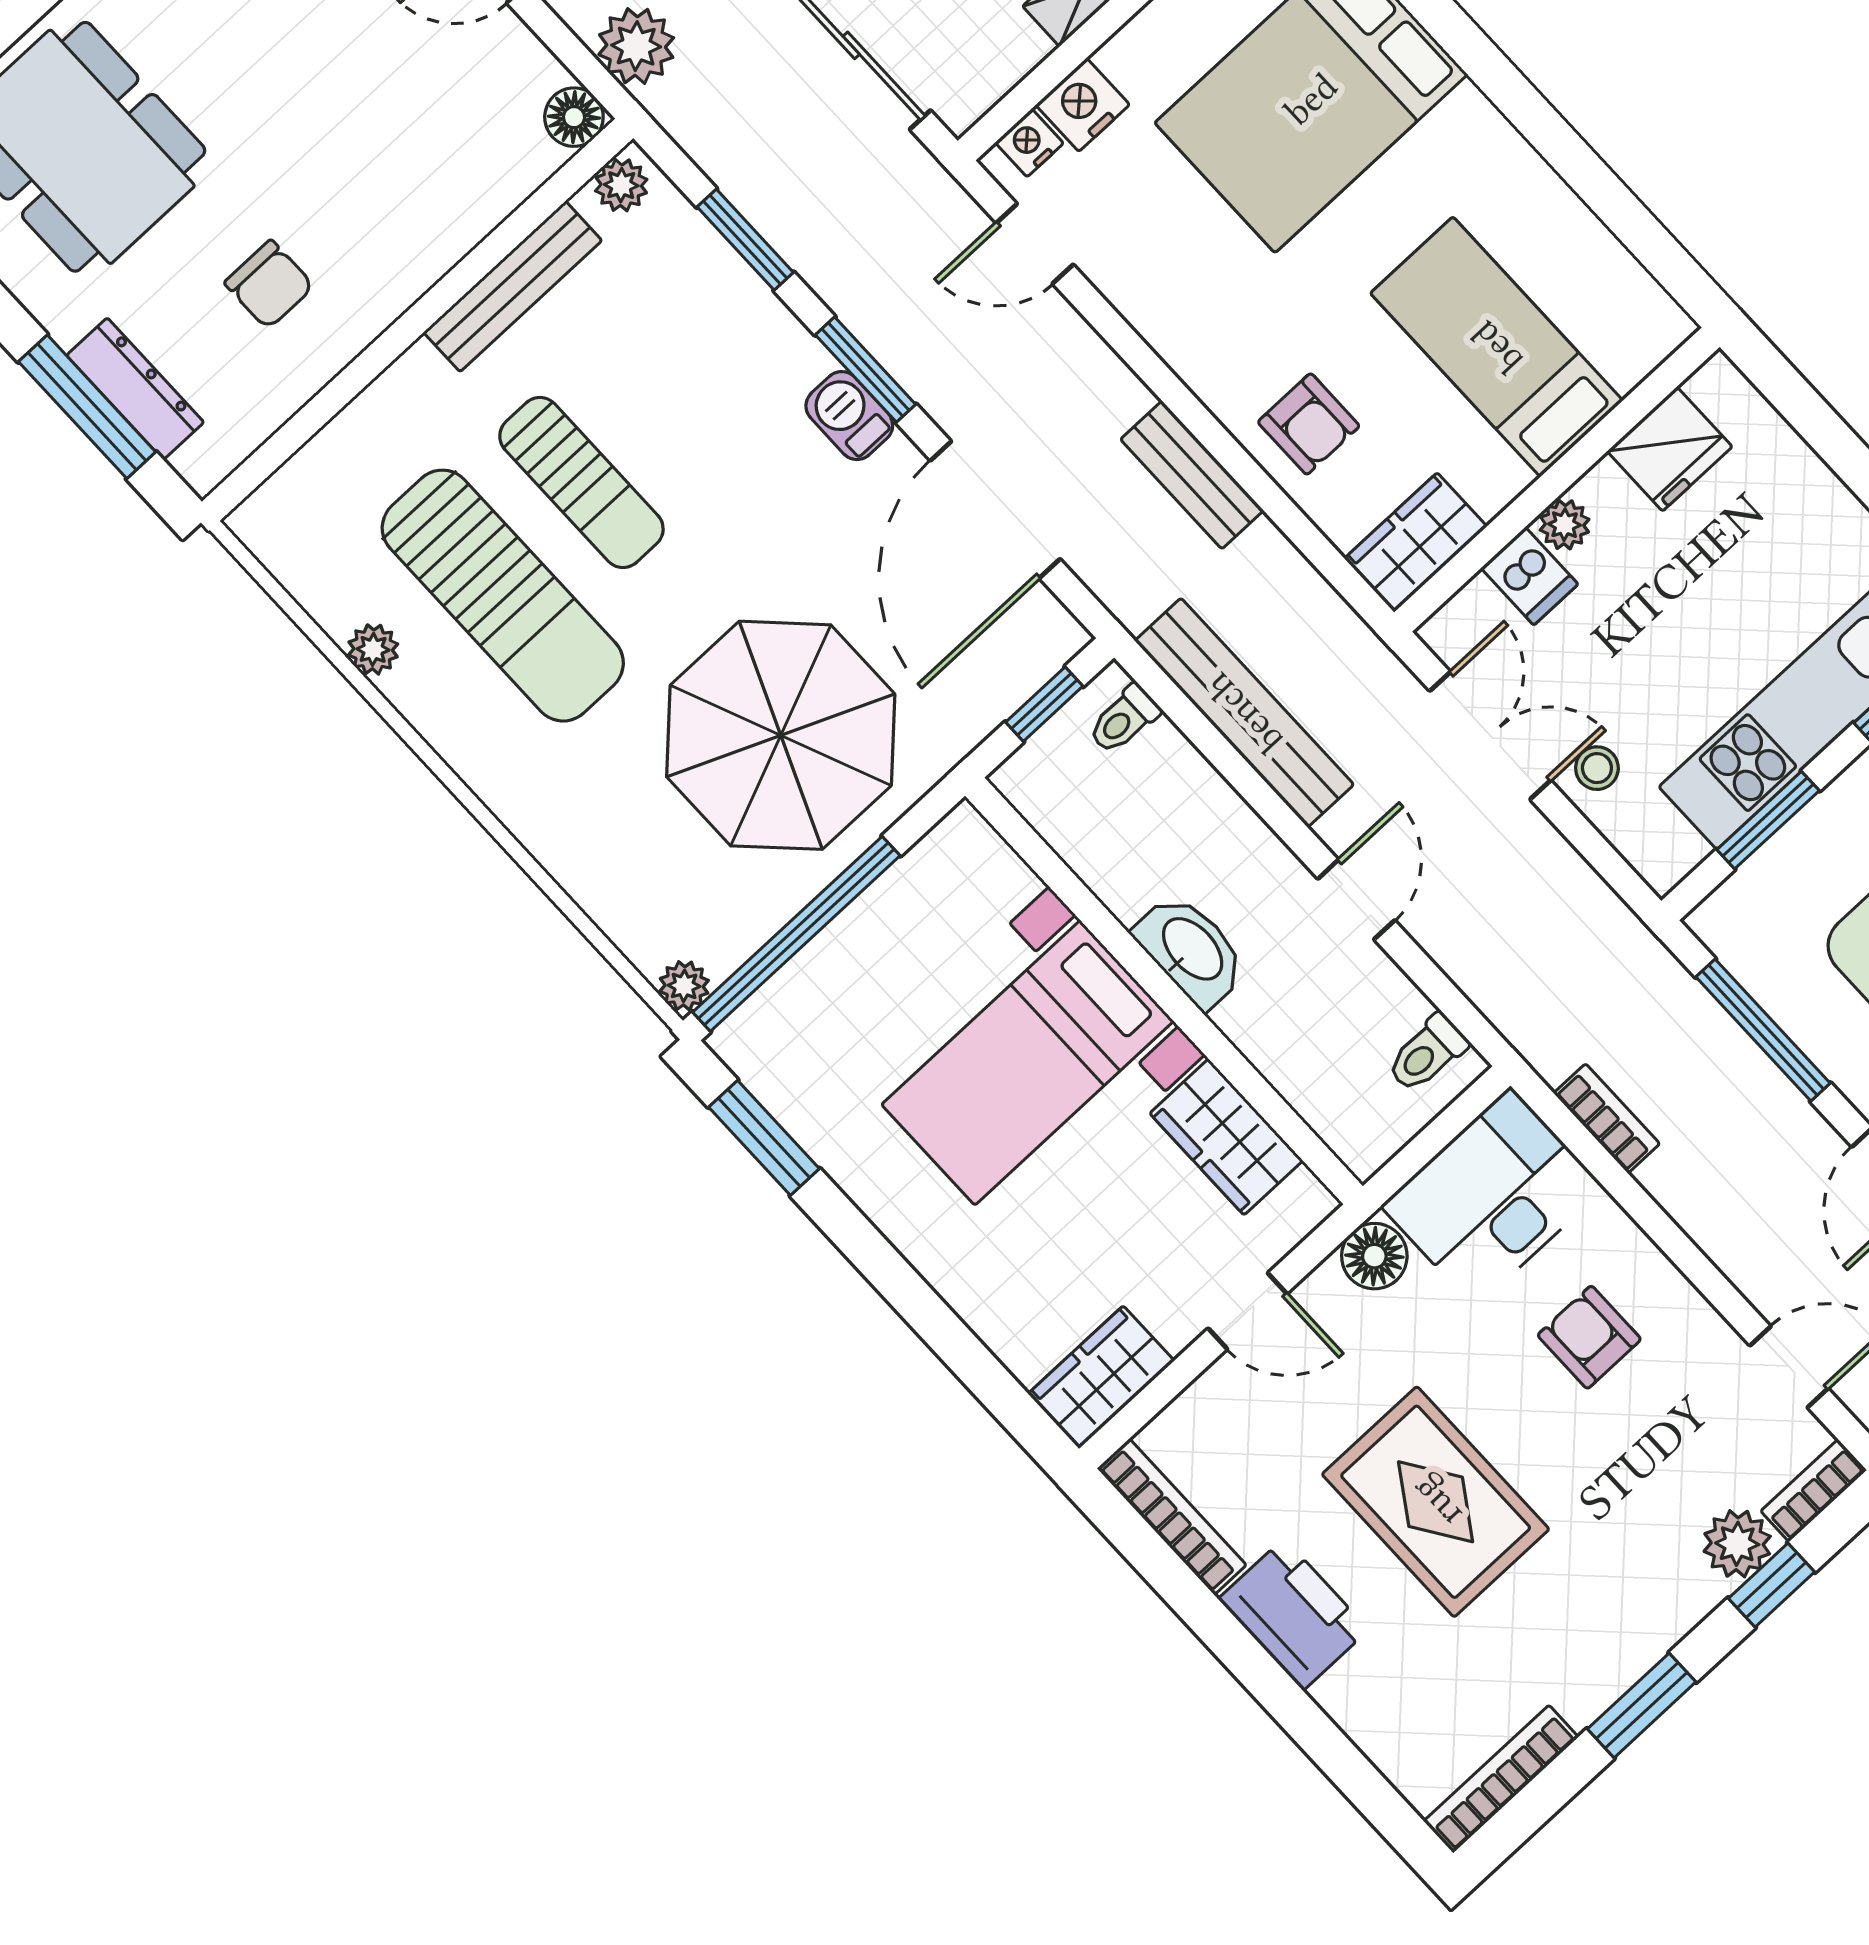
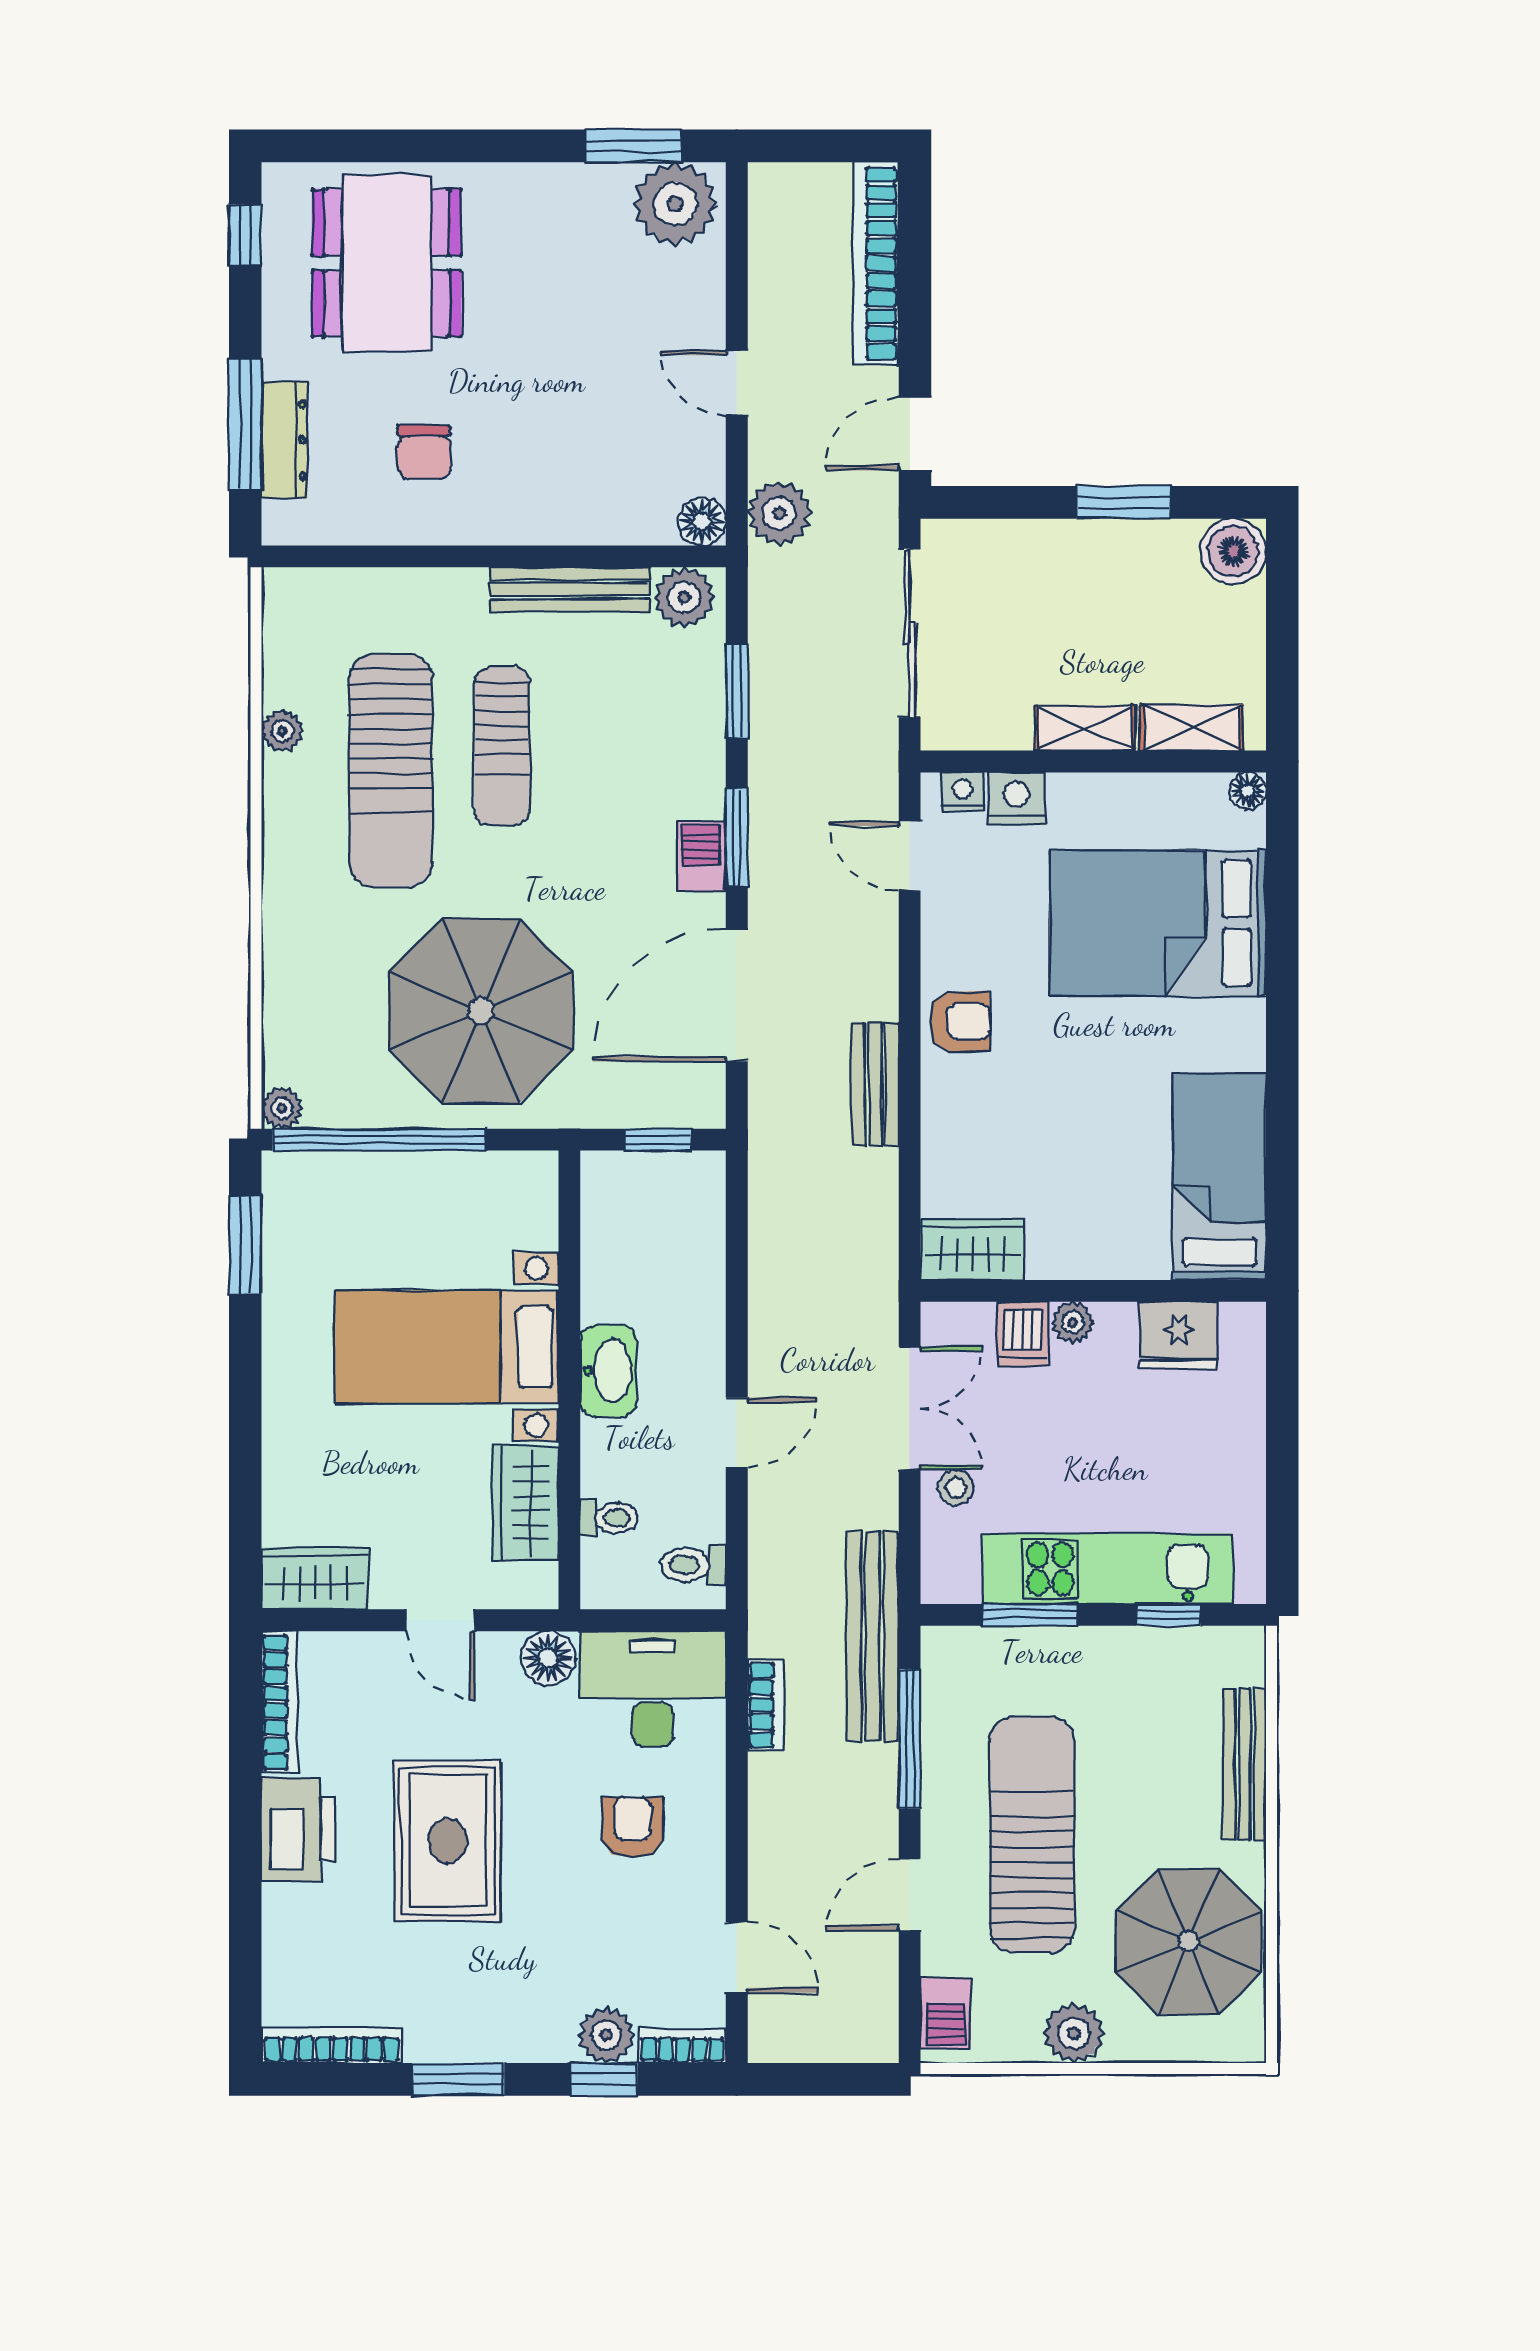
plant: (621, 185) -> (684, 597), width x1.38, depth x1.38
bed: (1497, 347) -> (1220, 1177), moved
armchair: (1309, 424) -> (960, 1022), moved, turned -92
bench: (1244, 713) -> (873, 1637), moved
toilet: (1124, 719) -> (609, 1518), moved, turned 180

